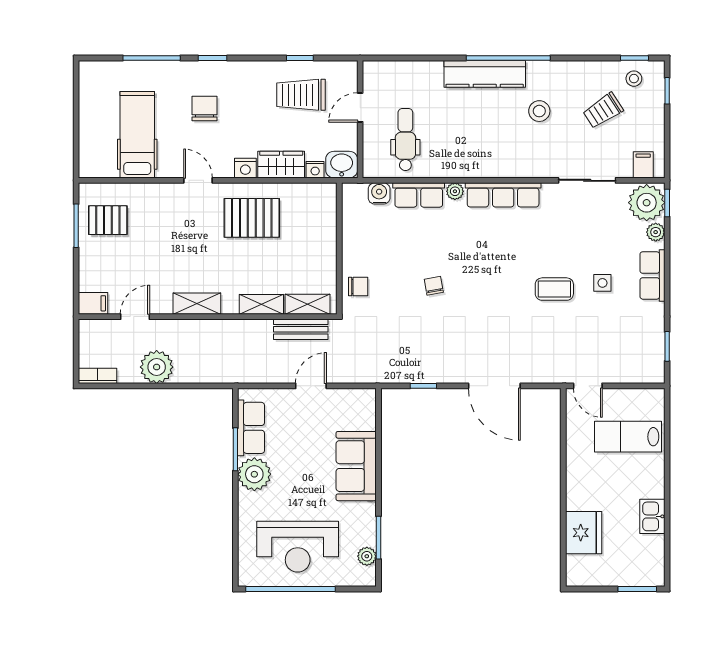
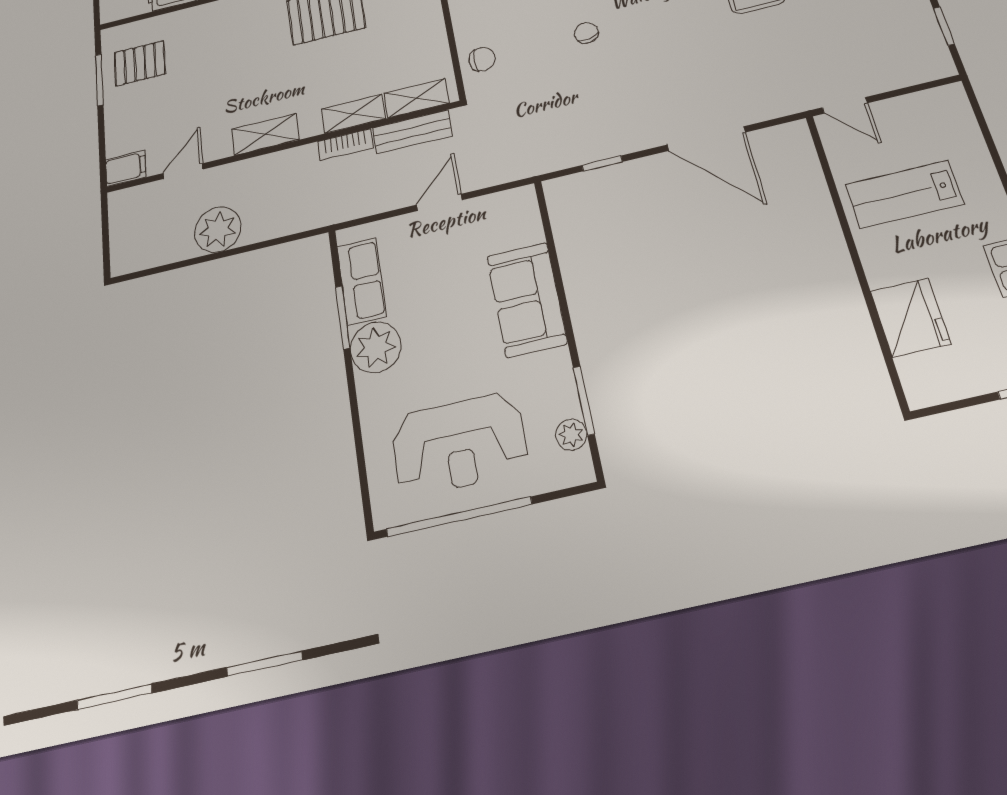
bookcase: (98, 376) -> (345, 145), moved, turned 180
lab bench: (628, 437) -> (904, 194), moved

